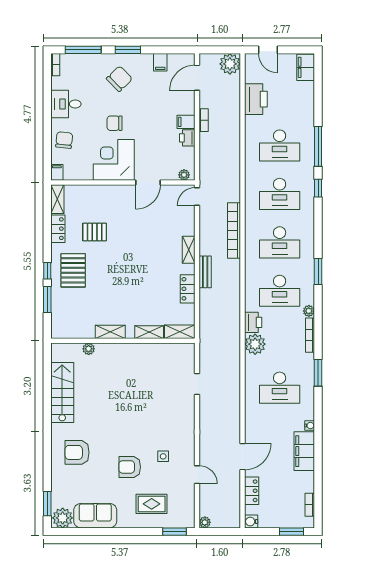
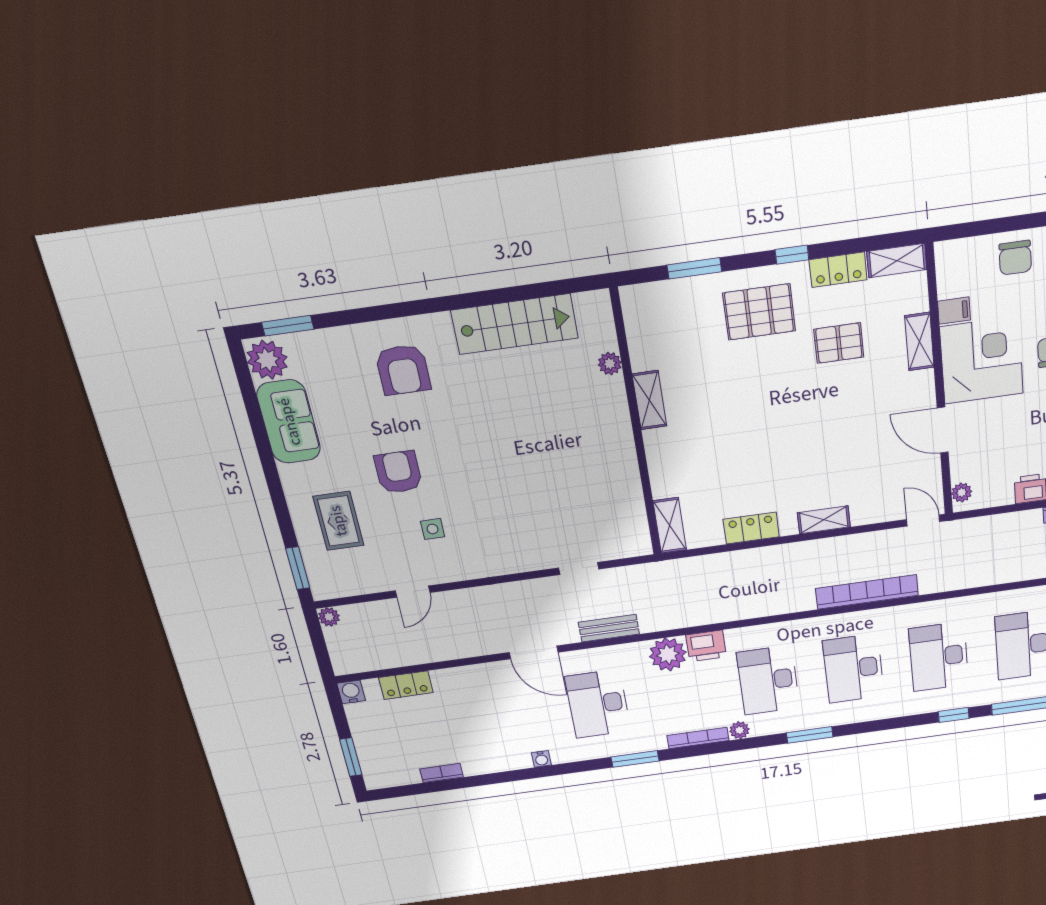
chair: (64, 140) -> (1015, 258), turned 84
filing cabinet: (57, 172) -> (954, 311), moved
pallet: (95, 232) -> (839, 343), turned 90
window: (47, 271) -> (792, 255), moved
bench: (205, 272) -> (609, 628), moved
shelving: (149, 332) -> (919, 342), moved
filing cabinet: (304, 451) -> (495, 757), removed
armchair: (77, 452) -> (403, 370), turned 180
door: (243, 457) -> (534, 652), moved
bookcase: (310, 505) -> (442, 773), moved

